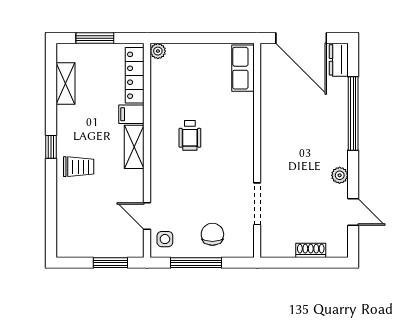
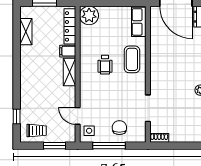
plant: (158, 51) -> (89, 15), width x1.88, depth x1.88
coffee table: (232, 127) -> (132, 59), added
window: (51, 147) -> (17, 116), moved
trolley: (79, 167) -> (37, 131), moved
shoe rack: (311, 250) -> (159, 138), moved

